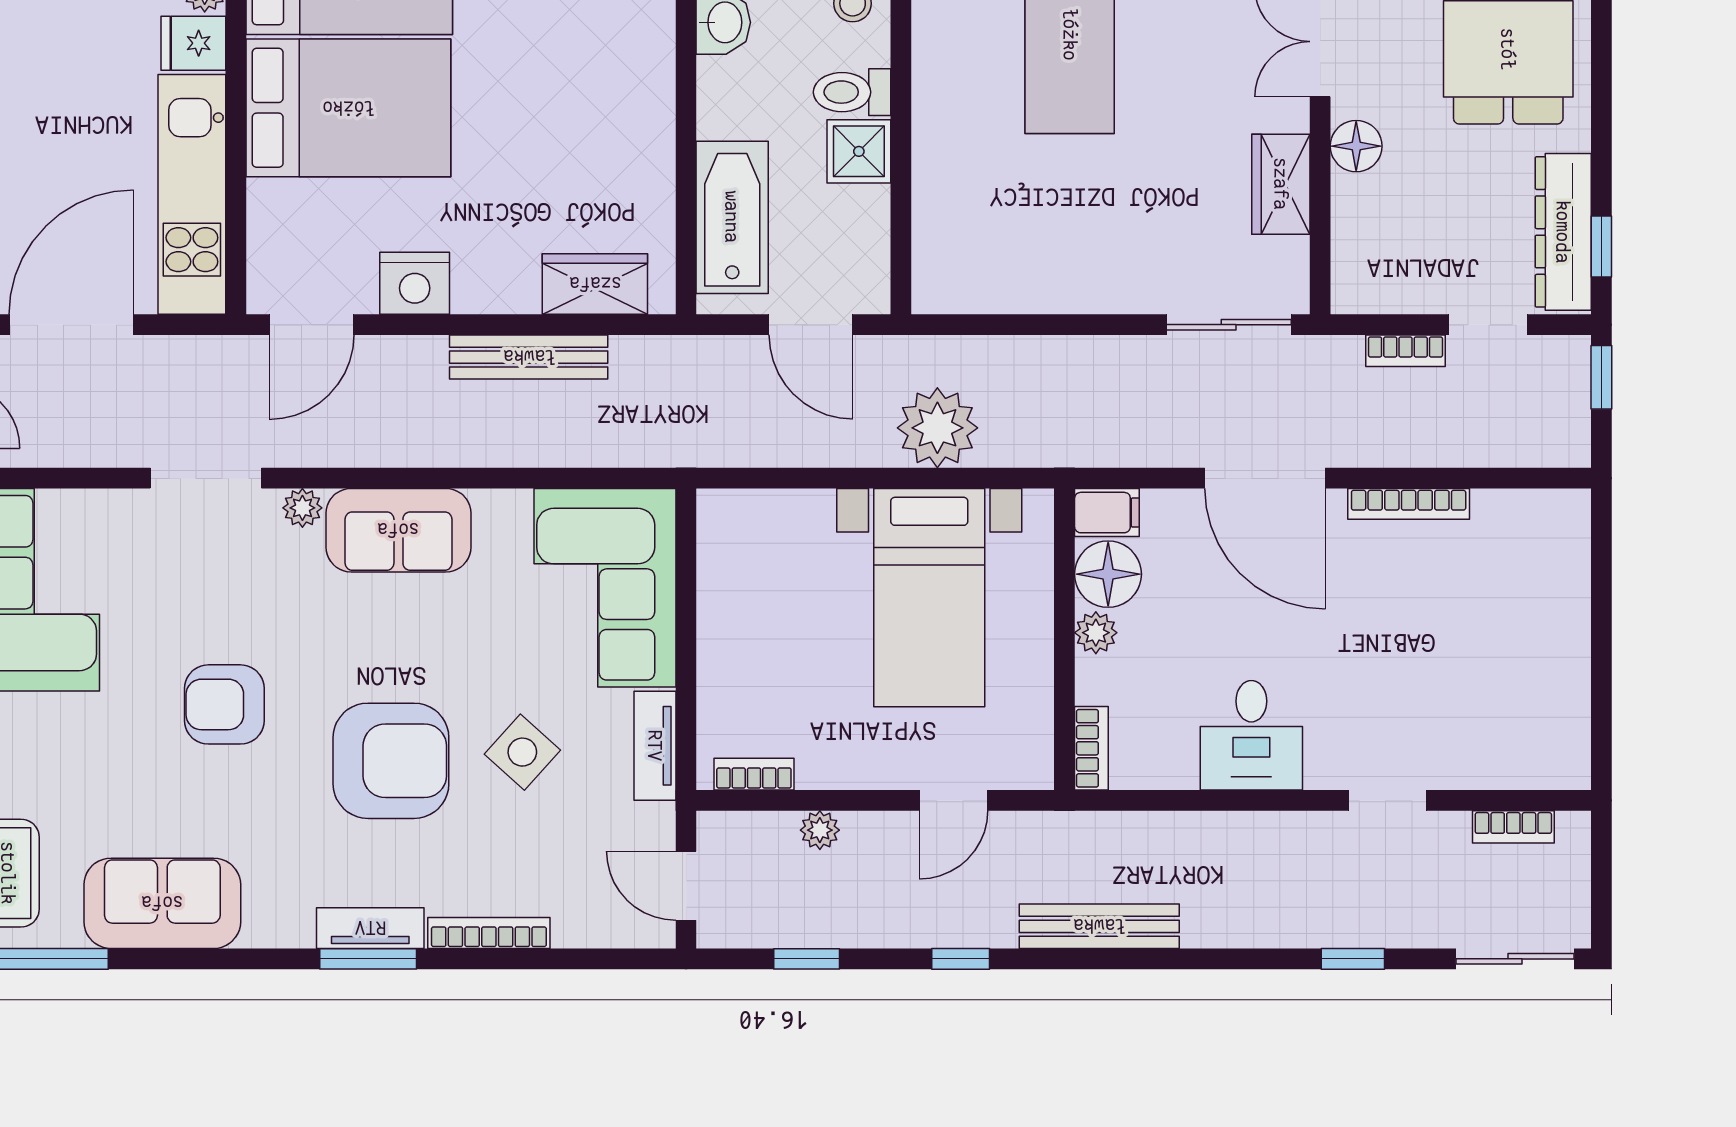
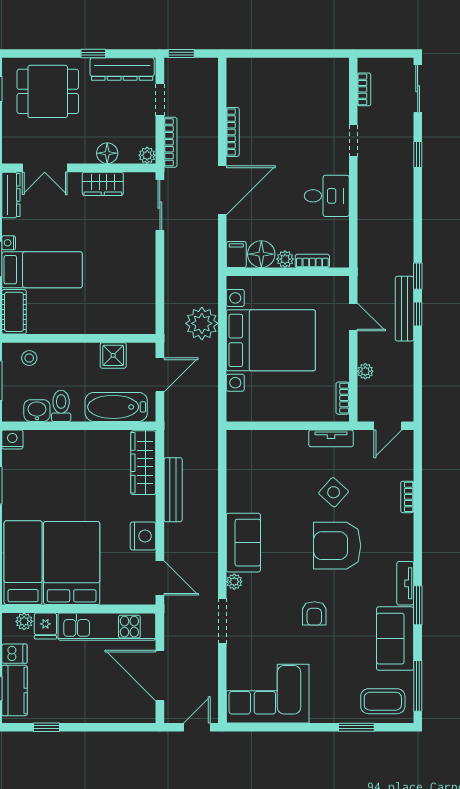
toilet: (852, 92) -> (61, 406), moved, turned 180
floor lamp: (1356, 146) -> (107, 153), moved
shower: (859, 151) -> (113, 355), moved
window: (1601, 247) -> (93, 54), moved
wardrobe: (595, 284) -> (143, 463), width x1.50
plant: (1351, 293) -> (147, 155), added
bookcase: (1405, 351) -> (170, 142), width x1.56
corner sofa: (605, 588) -> (267, 459), removed
bed with nightstands: (929, 598) -> (271, 340), width x1.36
armchair: (224, 704) -> (314, 613), width x0.72, depth x0.72
bookcase: (1091, 748) -> (312, 261), moved
armchair: (391, 761) -> (337, 546), turned -90
bench: (1099, 926) -> (404, 309), moved
tv unit: (370, 928) -> (405, 583), moved
bookcase: (489, 933) -> (407, 497), width x0.64
window: (368, 959) -> (418, 605), moved
window: (807, 959) -> (418, 276), moved

